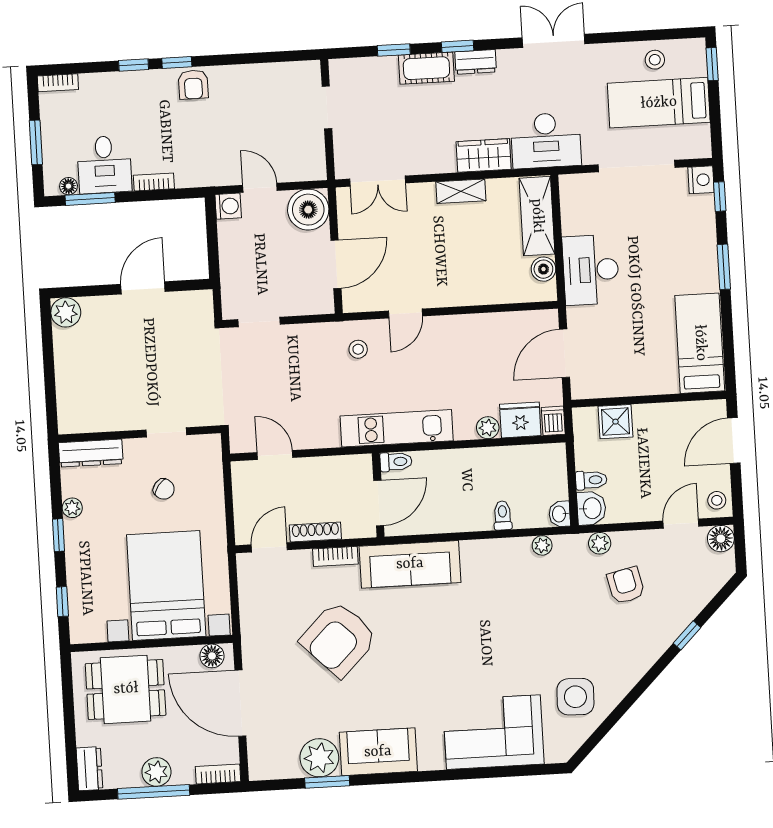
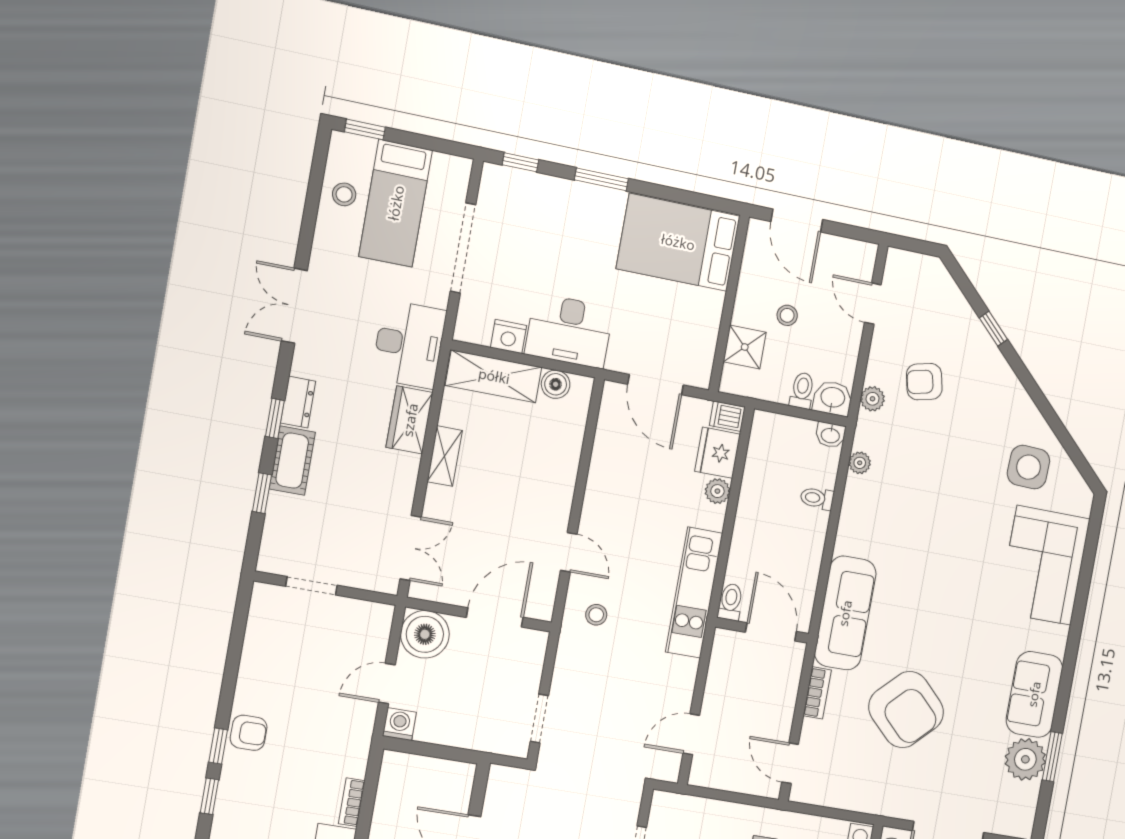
nightstand: (701, 180) -> (509, 337), moved, turned 180
door: (336, 264) -> (495, 617), hinge flipped
bed: (700, 343) -> (678, 242), width x1.50
stool: (717, 500) -> (787, 315), moved
shoe rack: (315, 532) -> (786, 709), removed
floor lamp: (721, 539) -> (899, 264), removed

